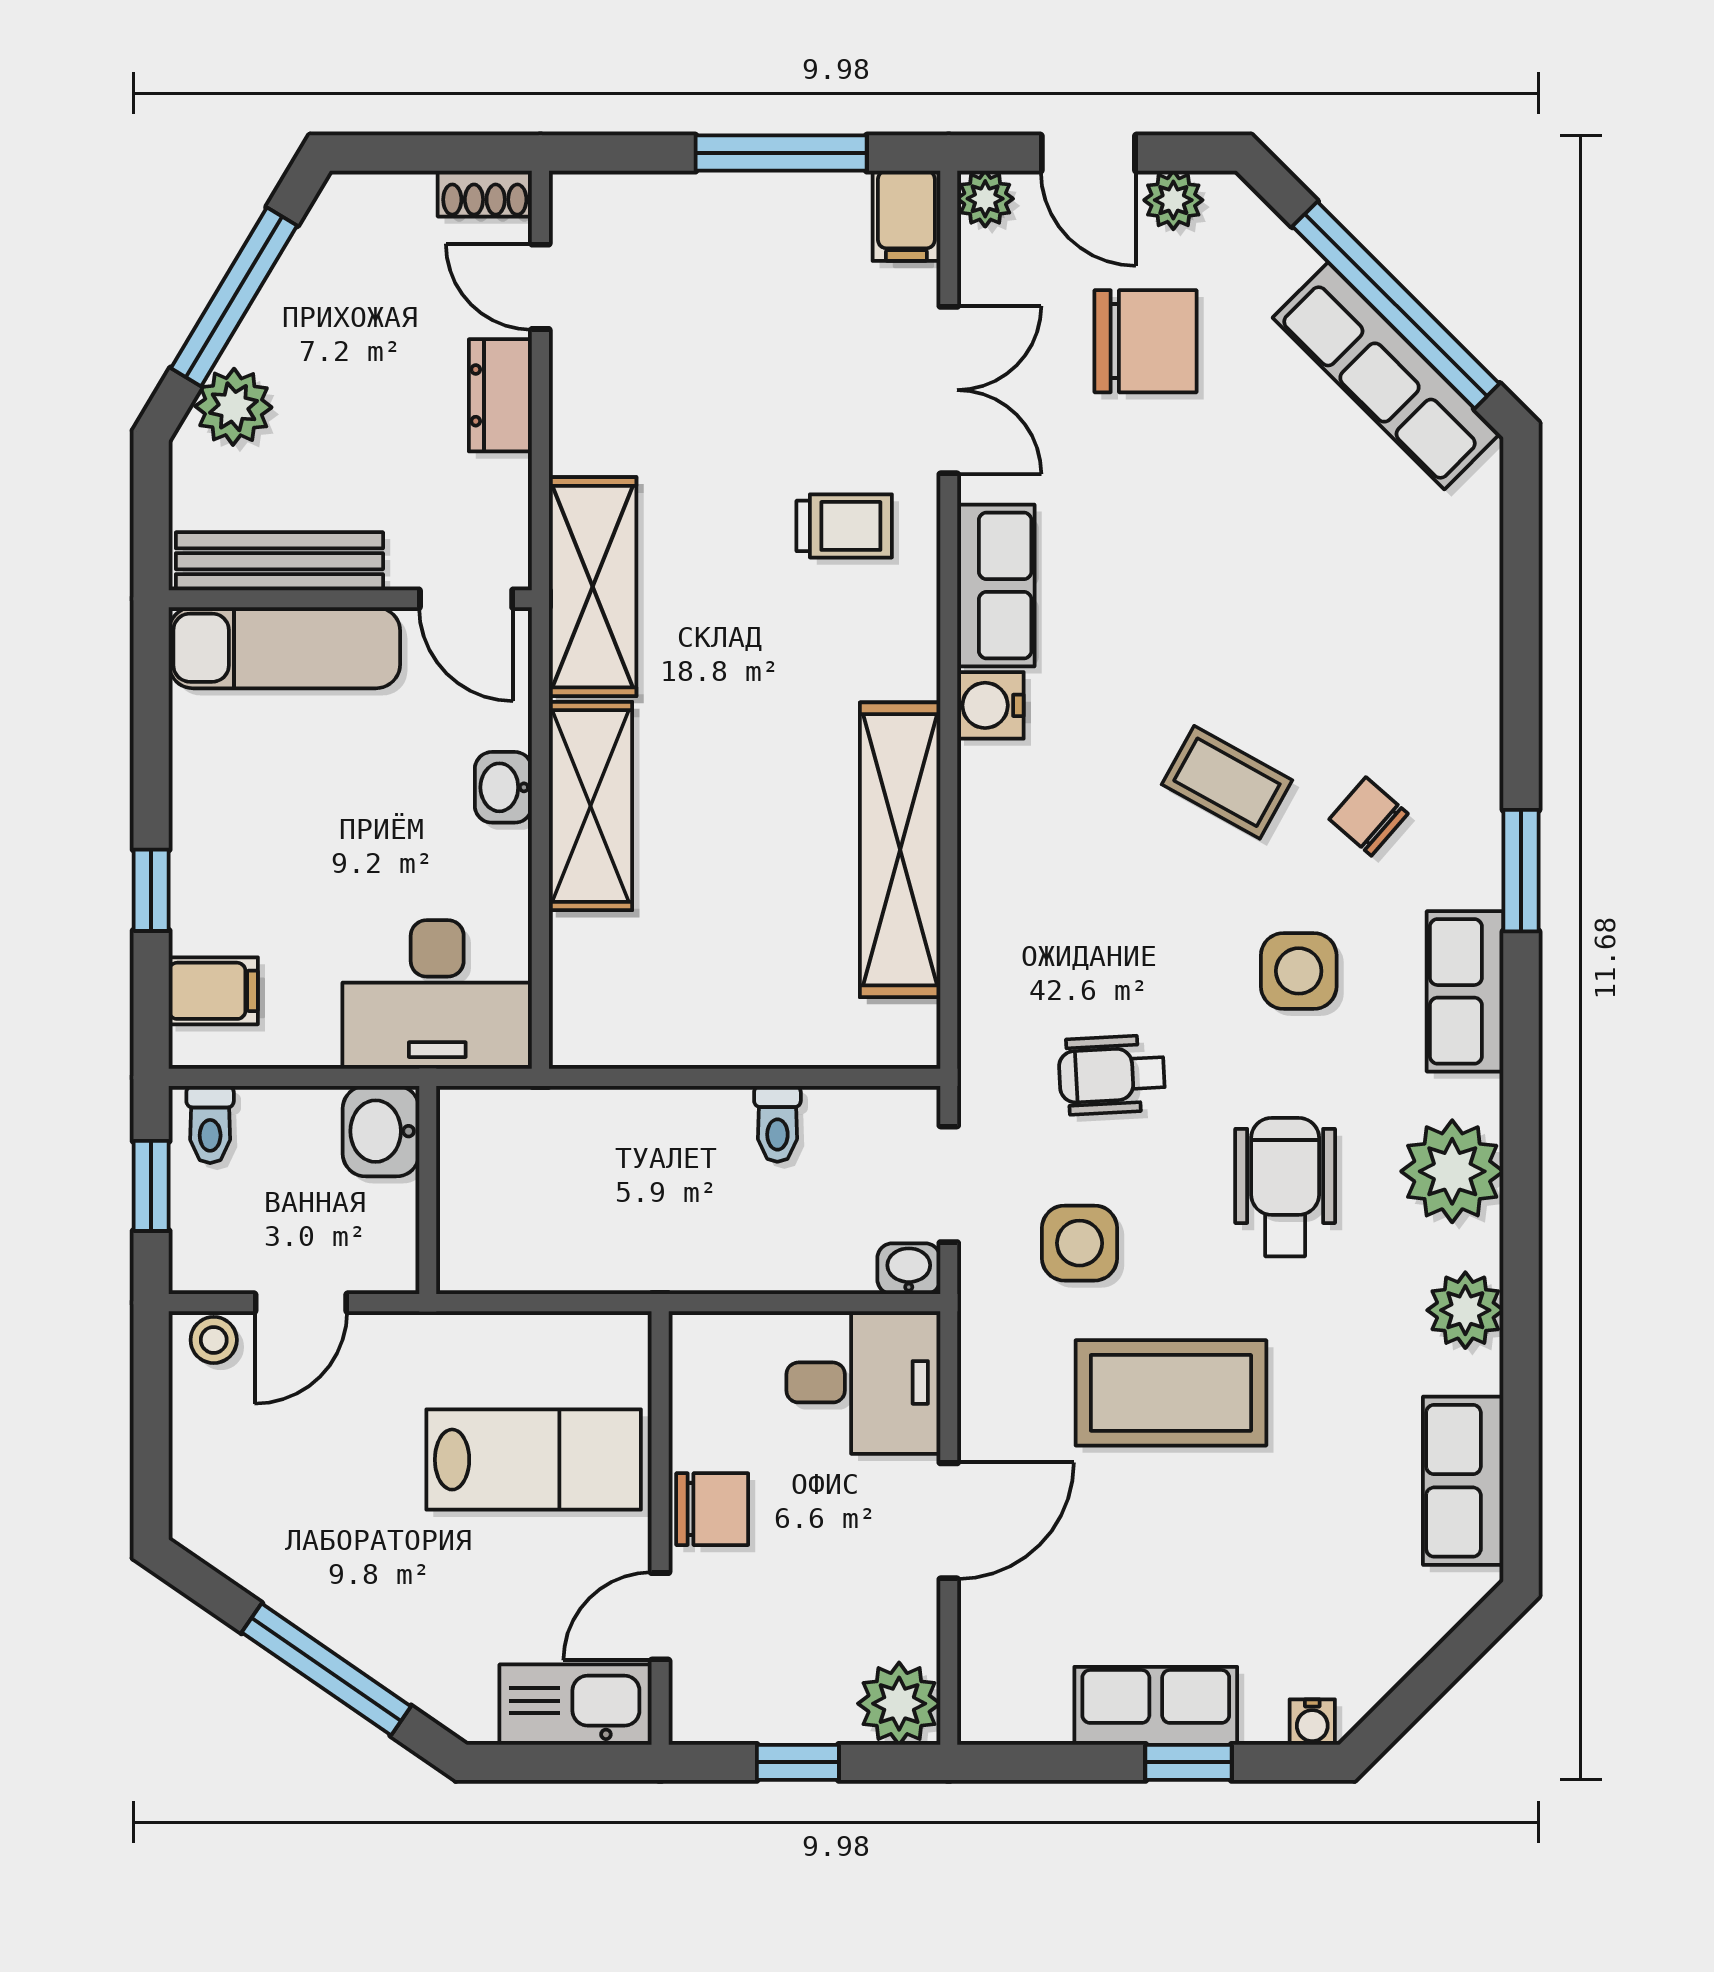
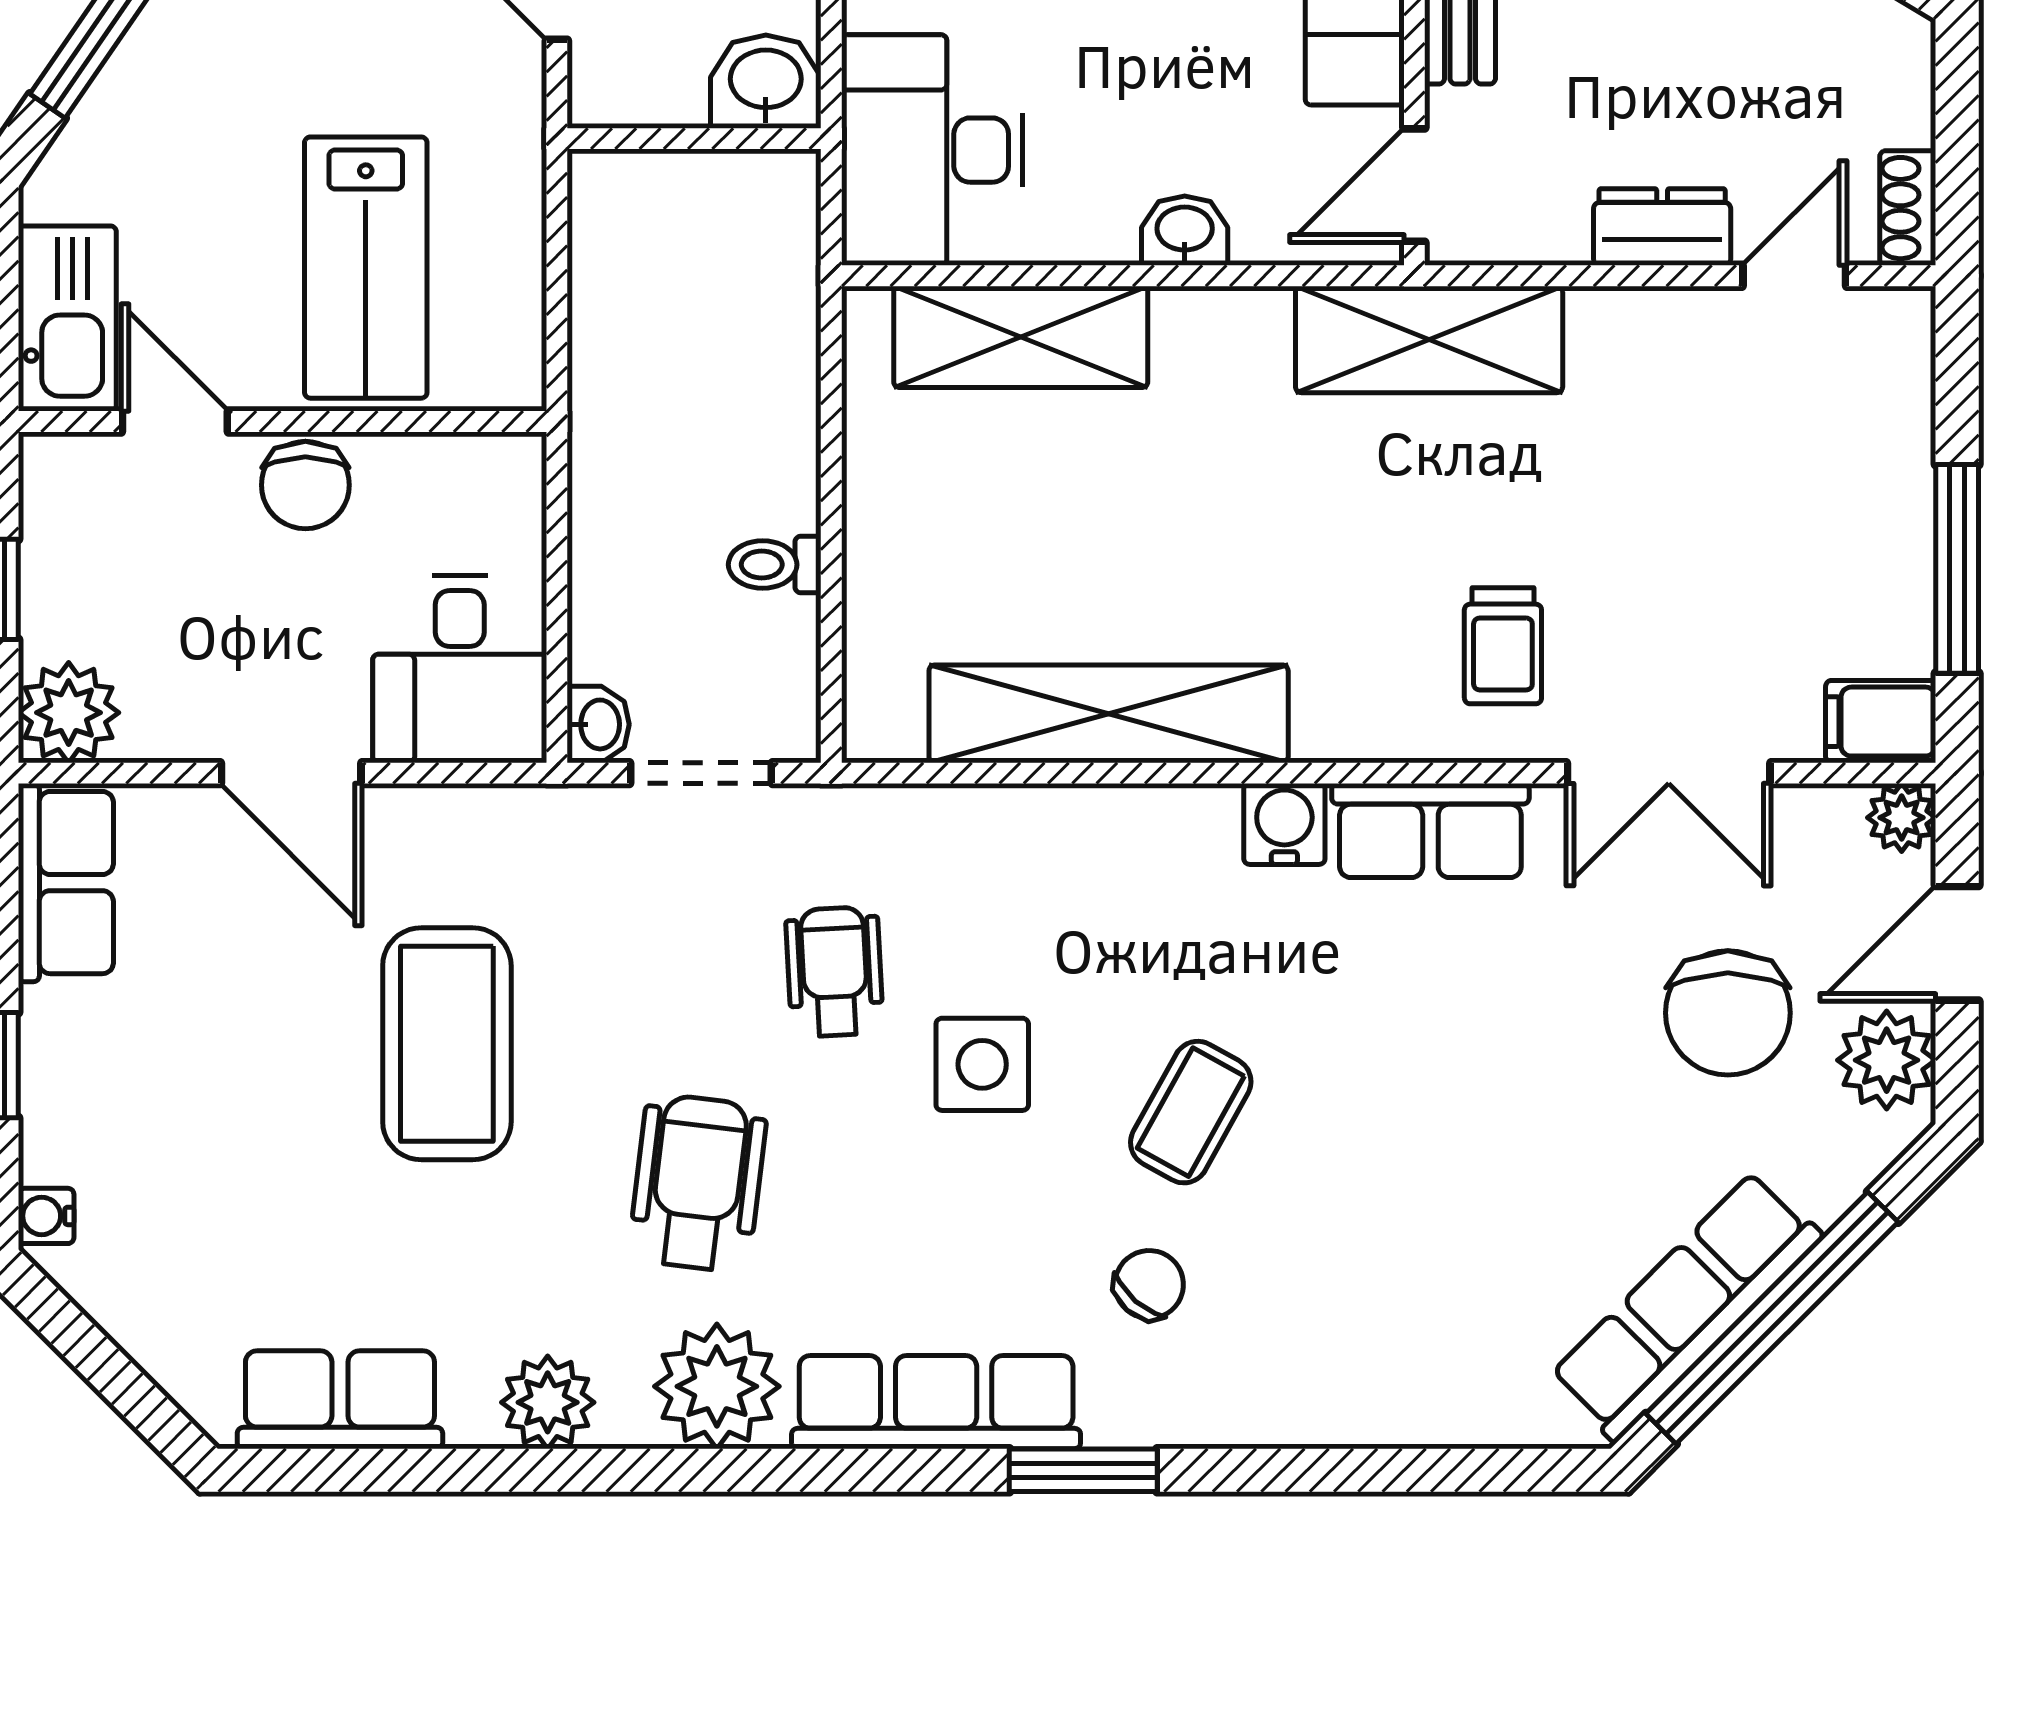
plant: (1173, 200) -> (1887, 1060), width x1.38, depth x1.38
shelving: (591, 806) -> (1021, 337), moved
side table: (1299, 971) -> (982, 1064), moved
row of seats: (1465, 991) -> (936, 1402), width x1.48
wheelchair: (1285, 1187) -> (698, 1183), turned -83
side table: (1080, 1243) -> (630, 932), removed
row of seats: (1156, 1706) -> (66, 883), moved

